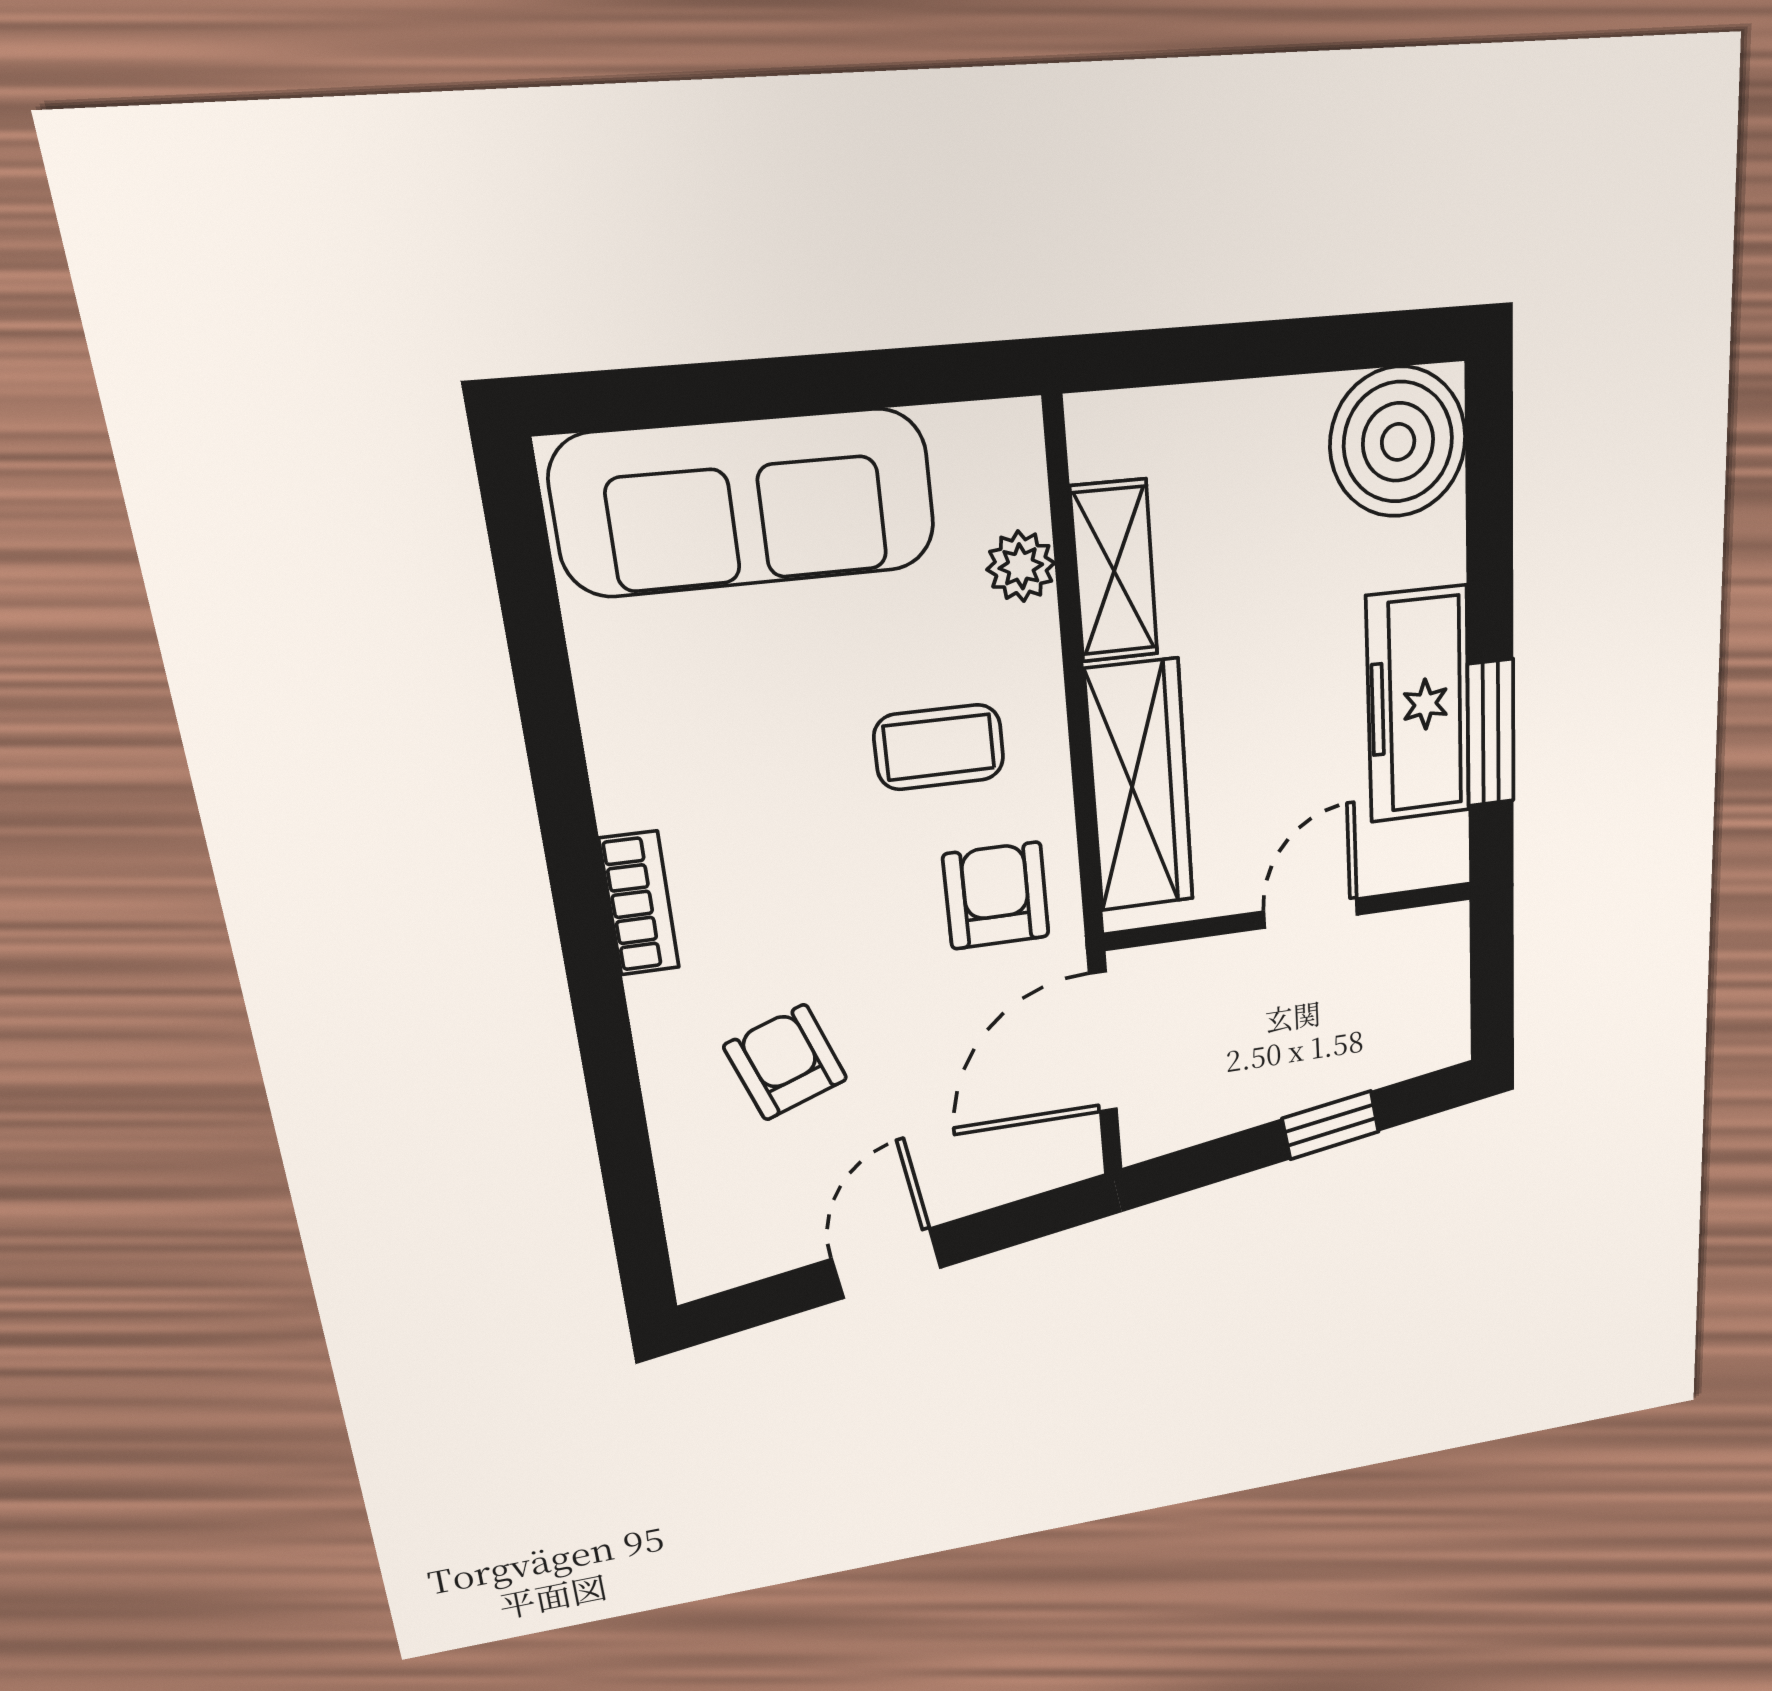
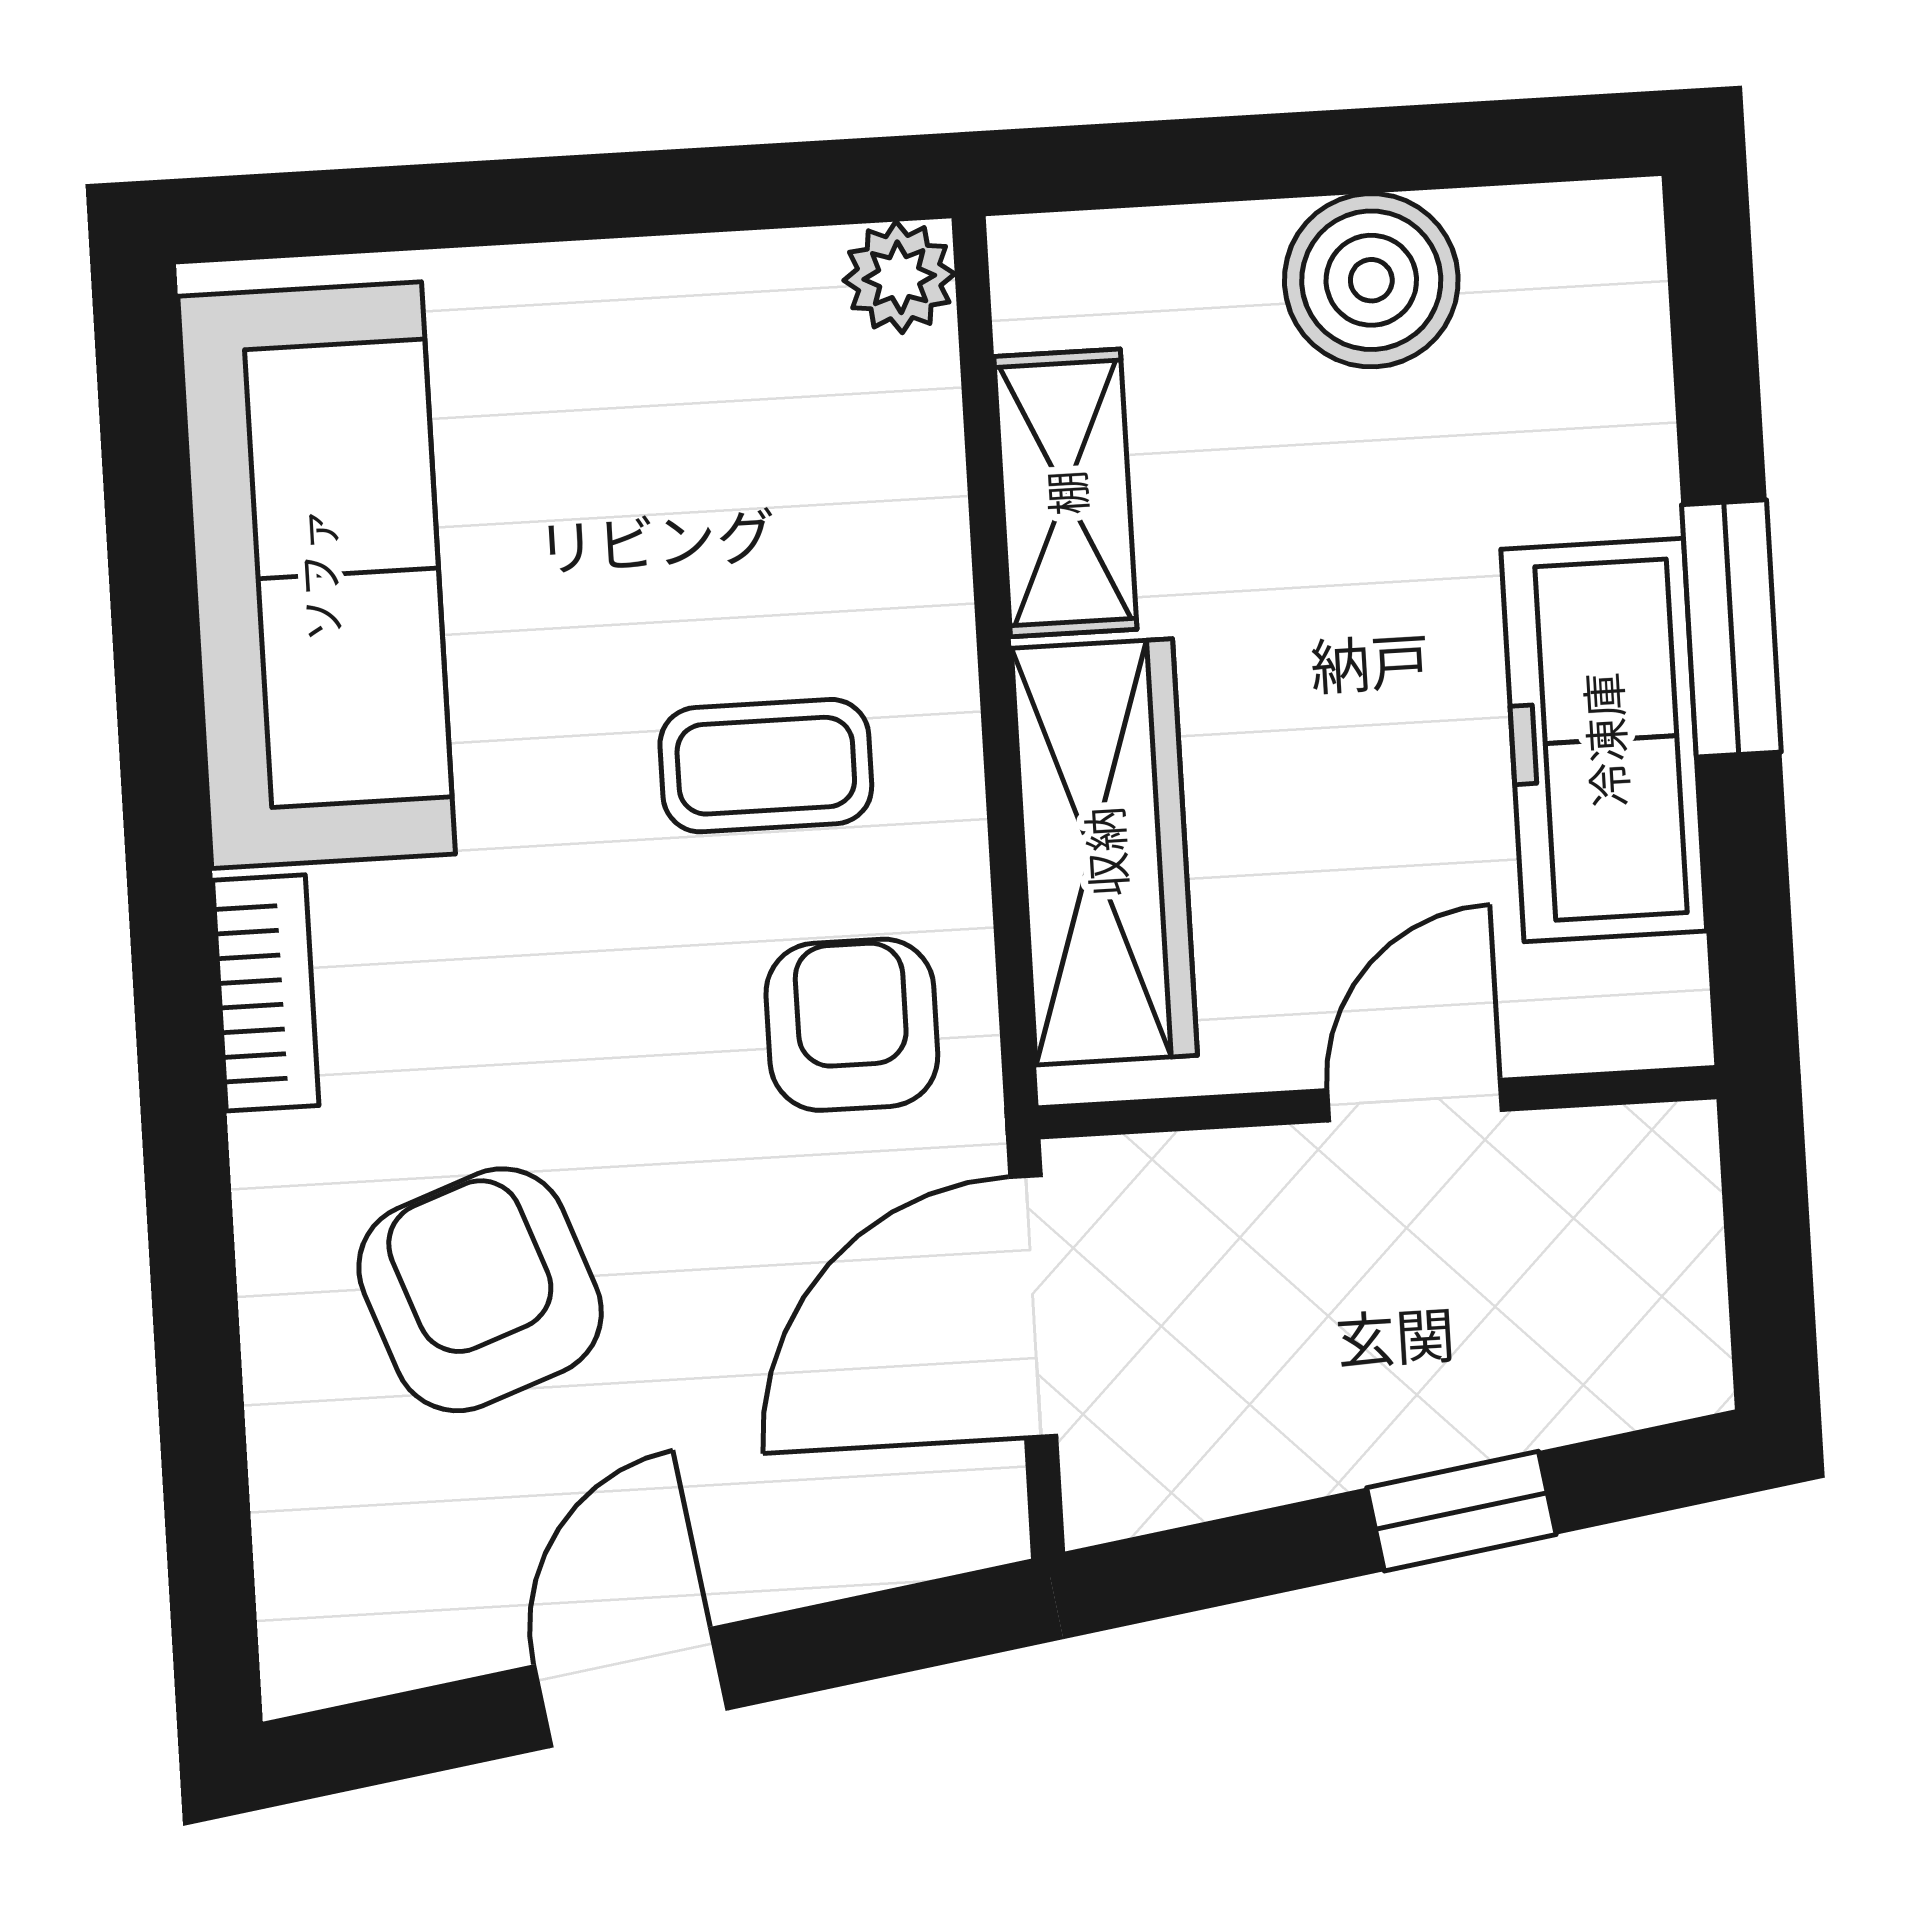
boiler: (1398, 442) -> (1371, 280), moved, width x0.73, depth x0.73
sofa: (745, 503) -> (317, 575), moved, turned -90
plant: (1021, 566) -> (899, 277), moved
window: (1491, 733) -> (1731, 628), moved
armchair: (785, 1062) -> (480, 1290), width x1.38, depth x1.38

